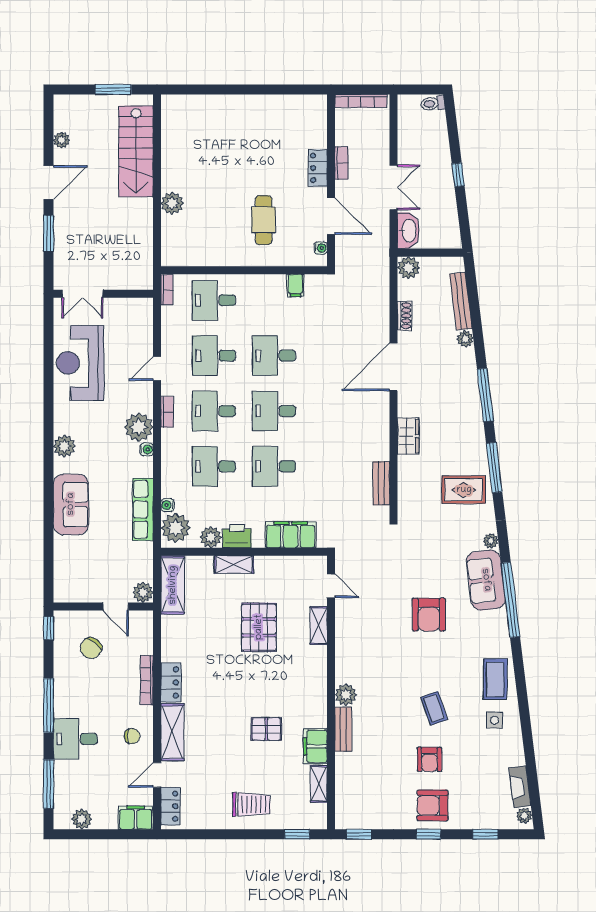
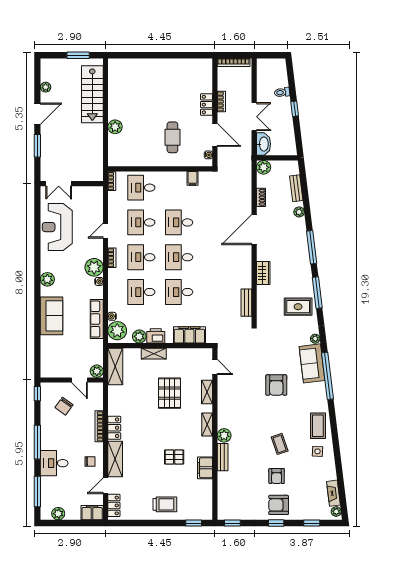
toilet: (433, 103) -> (282, 92), moved
bench: (461, 301) -> (296, 188), width x0.73
shelving: (319, 784) -> (207, 424), moved

